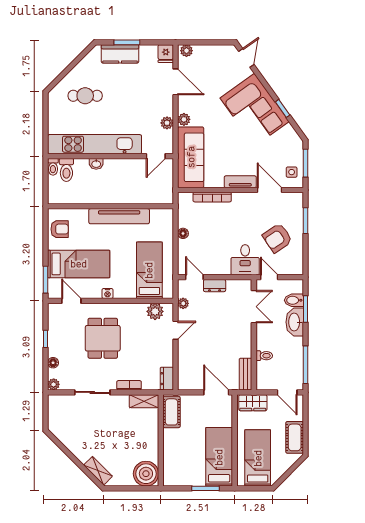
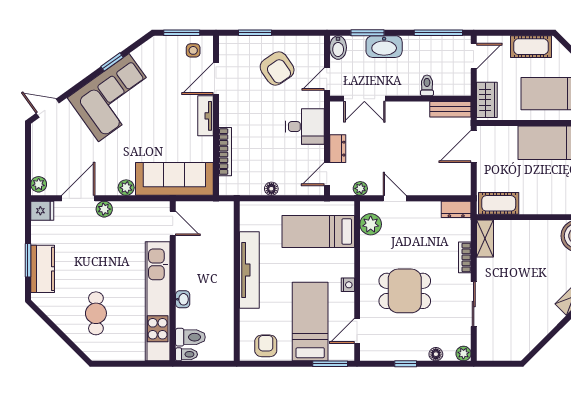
plant: (167, 123) -> (104, 209), moved
desk: (245, 260) -> (305, 127), moved
bidet: (294, 300) -> (338, 48), moved
double door: (254, 307) -> (364, 99), swing flipped

